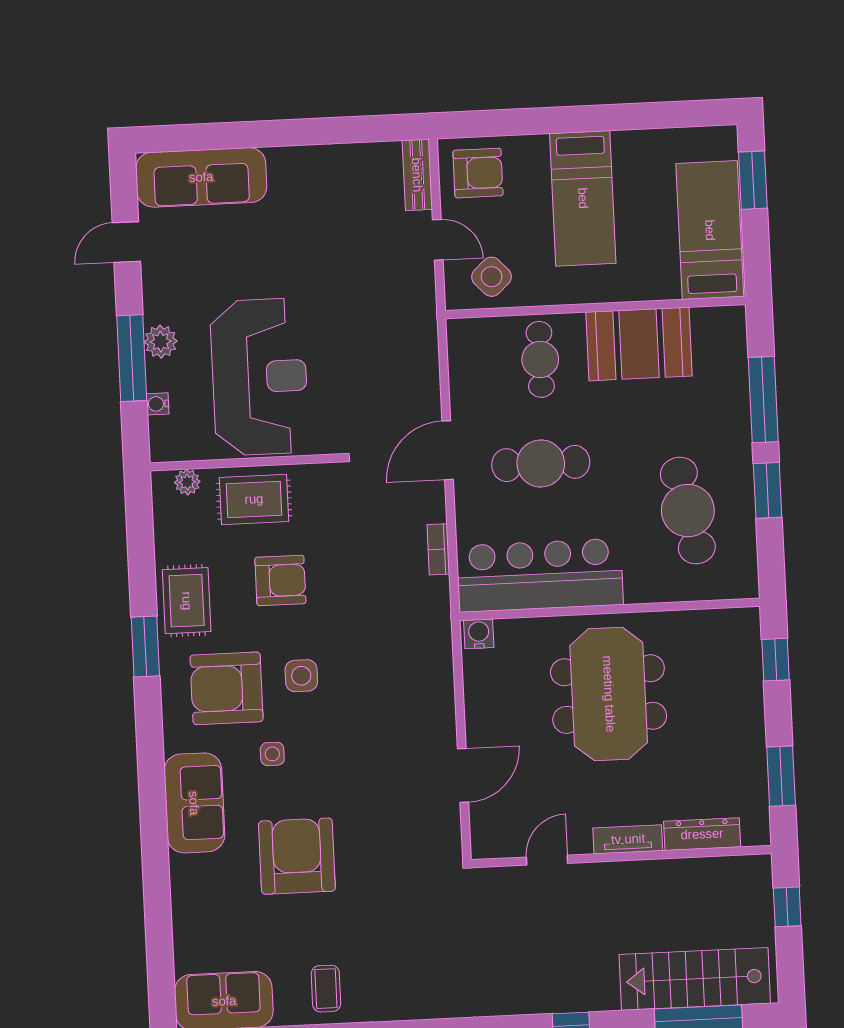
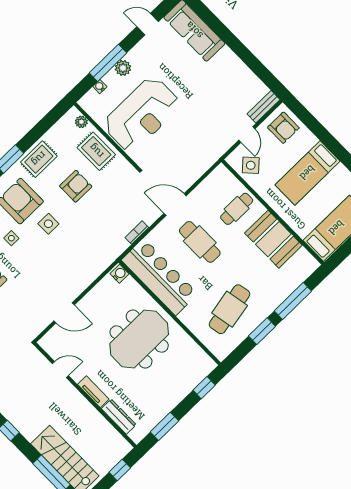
armchair: (280, 581) -> (76, 186), turned -90

